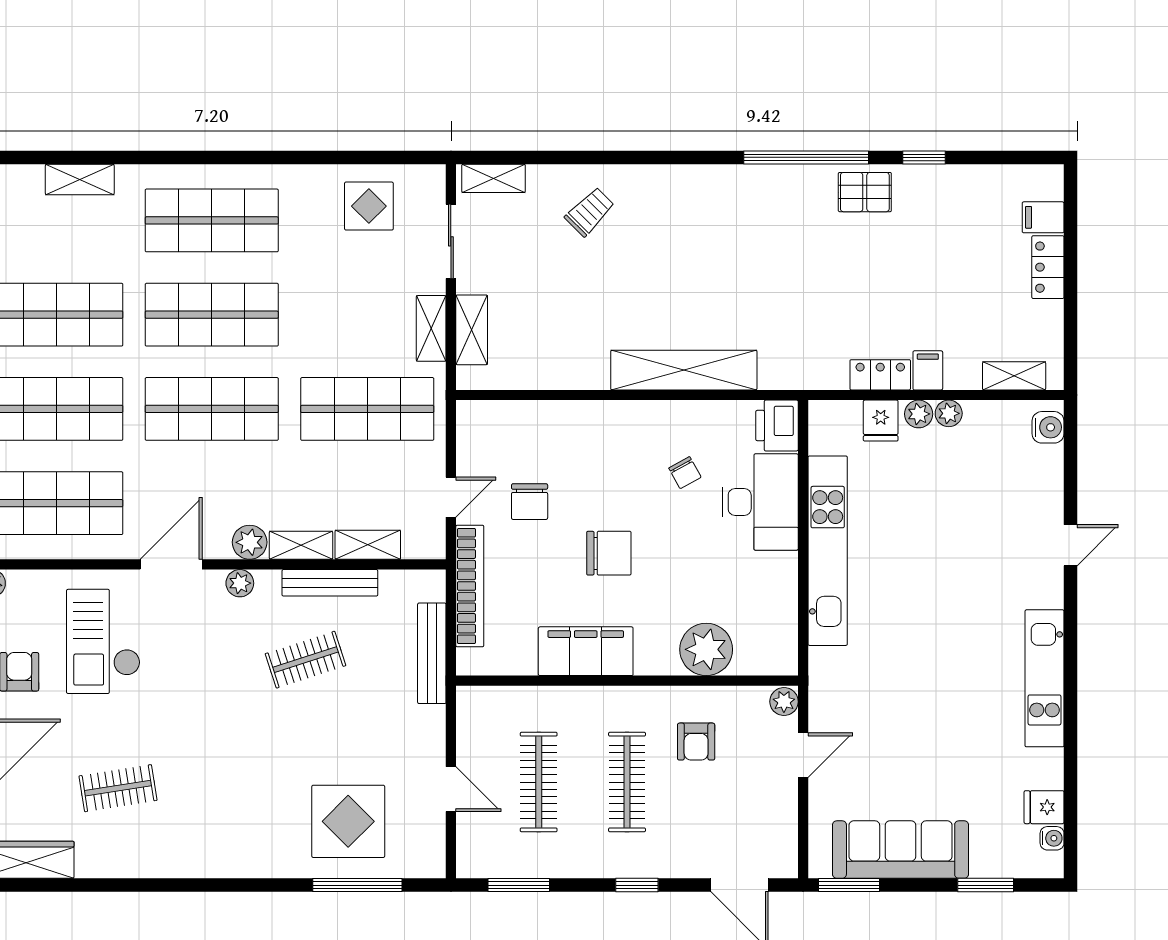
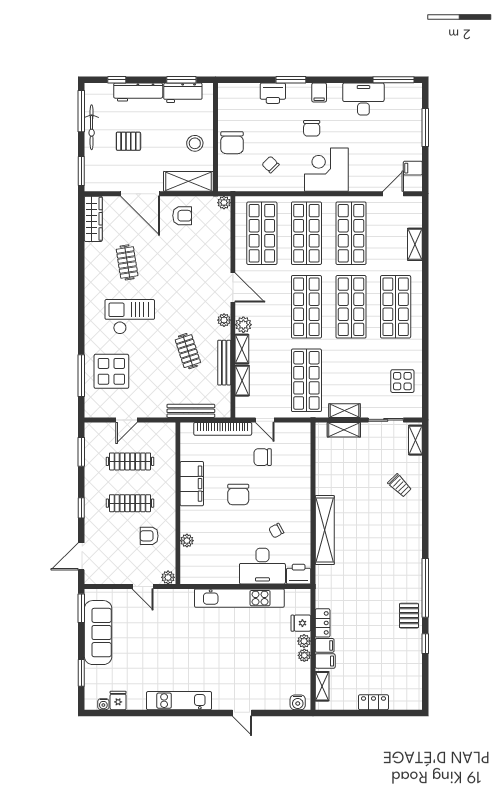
filing cabinet: (1043, 217) -> (325, 661), moved, turned 90
checkout: (103, 641) -> (130, 317), moved
plant: (706, 649) -> (187, 541), width x0.53, depth x0.53

